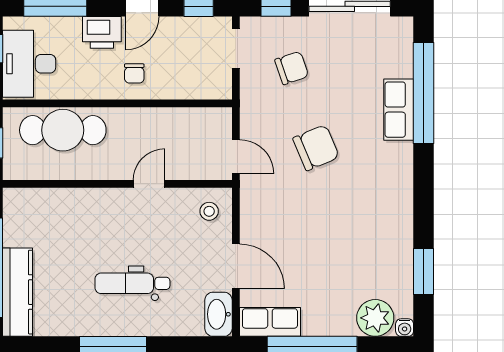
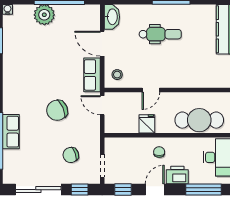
fridge: (156, 124) -> (147, 124), added
plant: (375, 318) -> (44, 15), moved
row of seats: (270, 322) -> (92, 75), moved, turned 90

